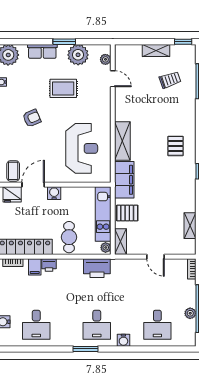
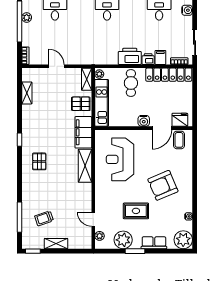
armchair: (32, 118) -> (163, 185), width x1.88, depth x1.88
printer: (97, 268) -> (130, 56), moved

